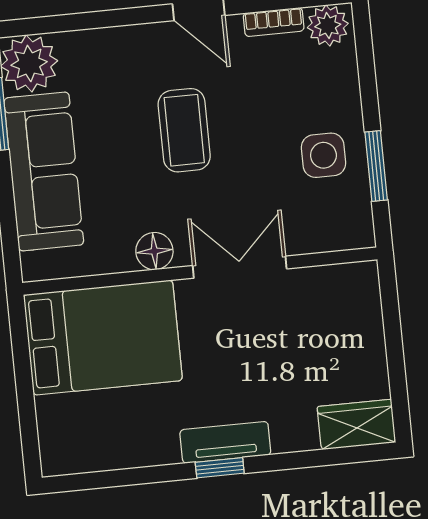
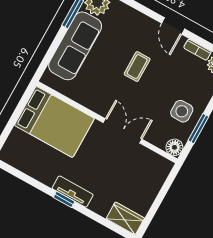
coffee table: (184, 130) -> (137, 67), width x0.73, depth x0.77
floor lamp: (154, 251) -> (174, 147), moved

